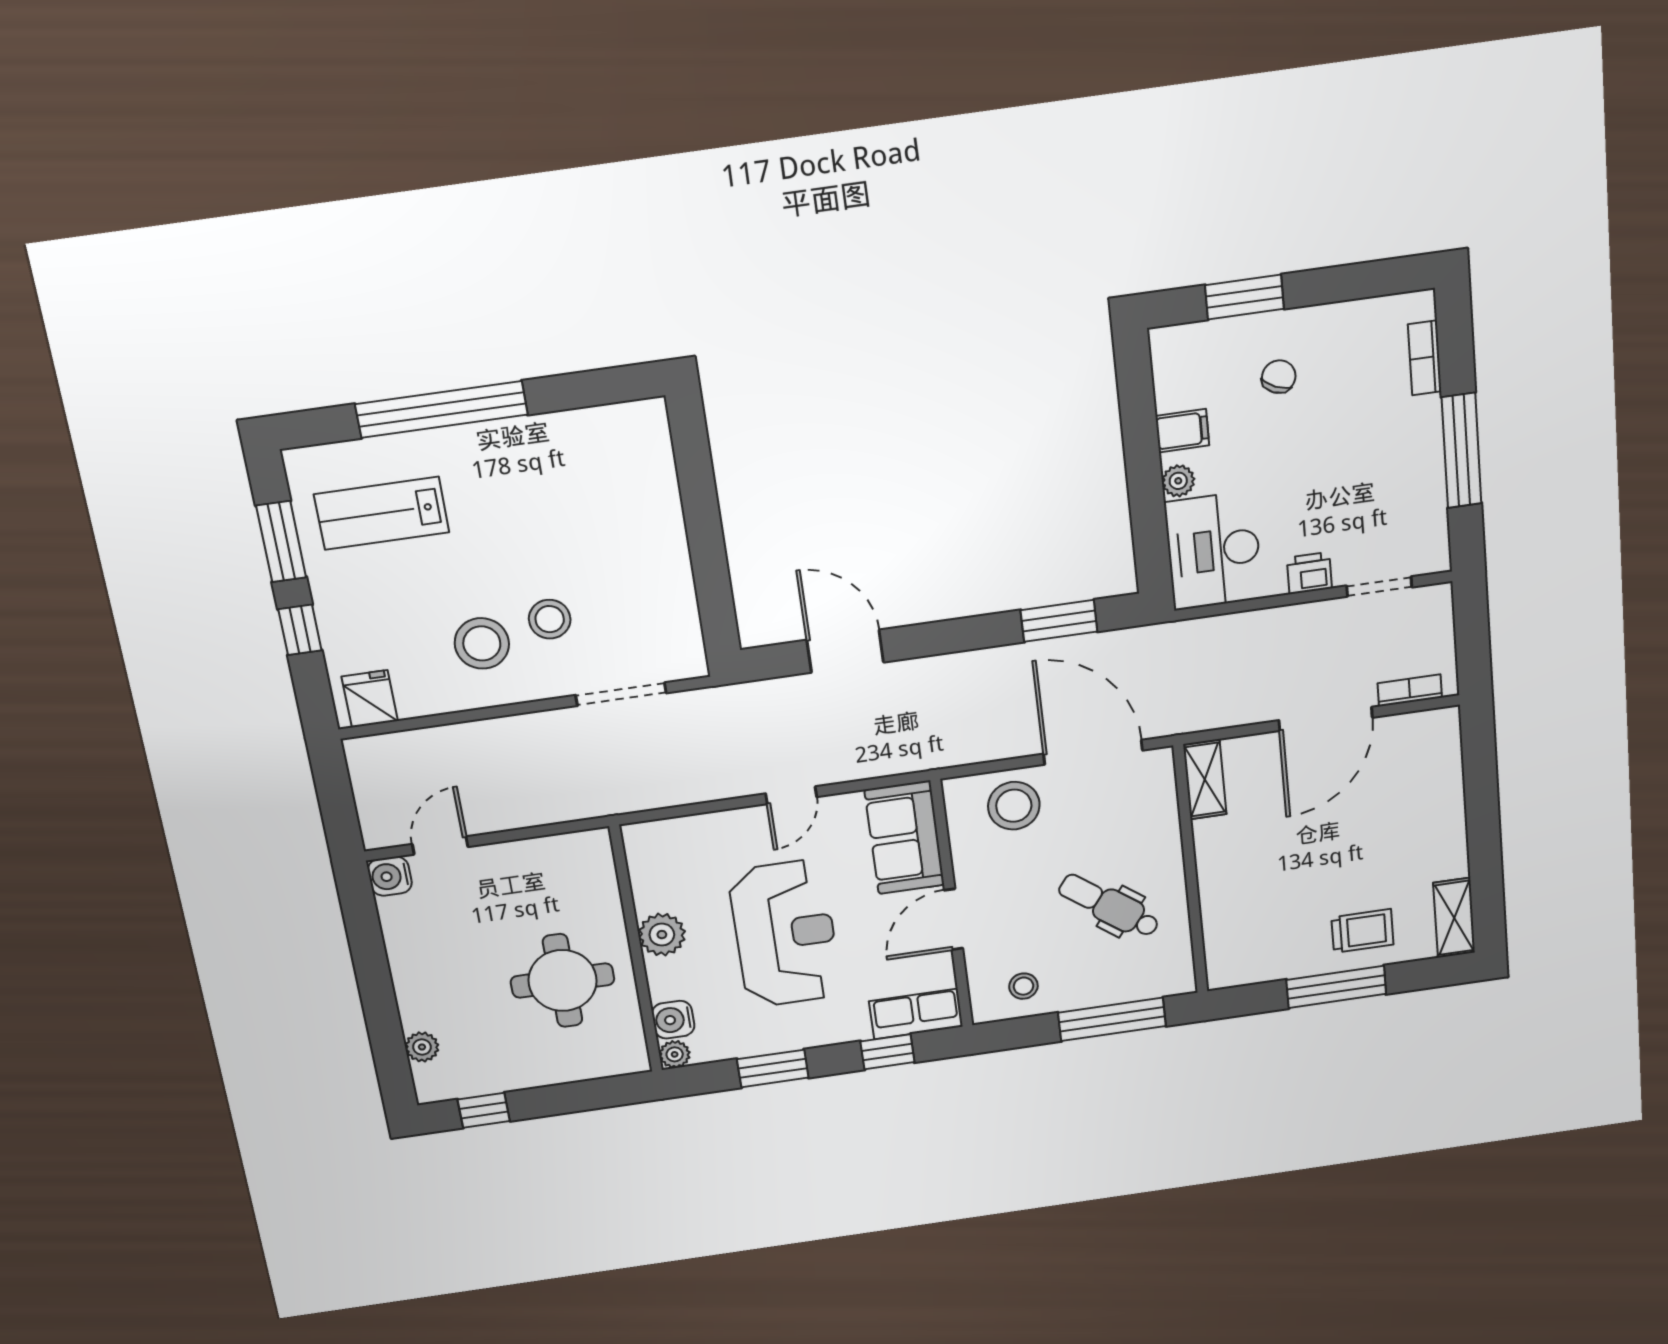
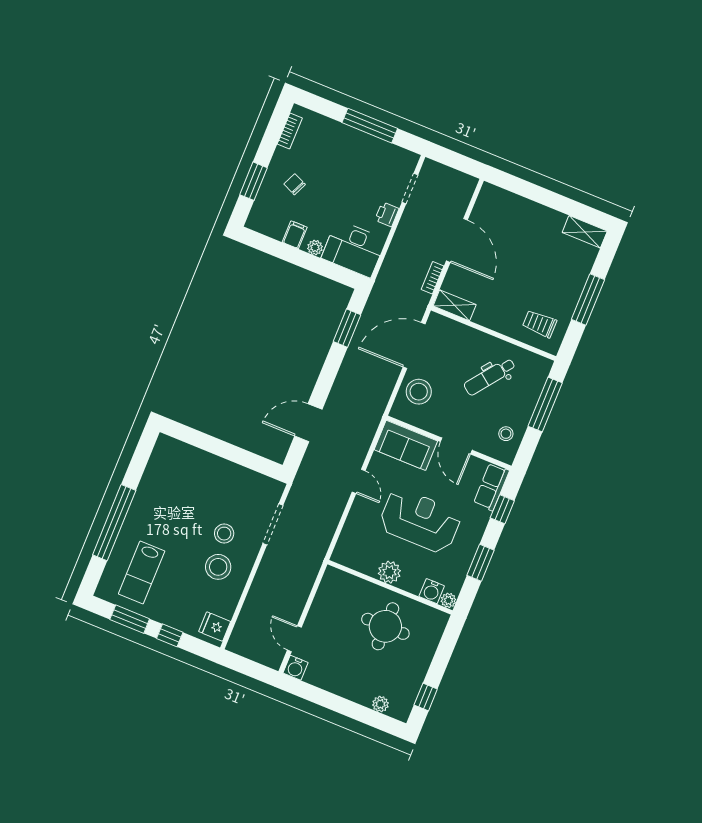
bookcase: (1425, 358) -> (290, 131), moved, turned -90
bookcase: (1410, 690) -> (433, 278), moved
trolley: (1362, 931) -> (540, 324), moved, turned -90

